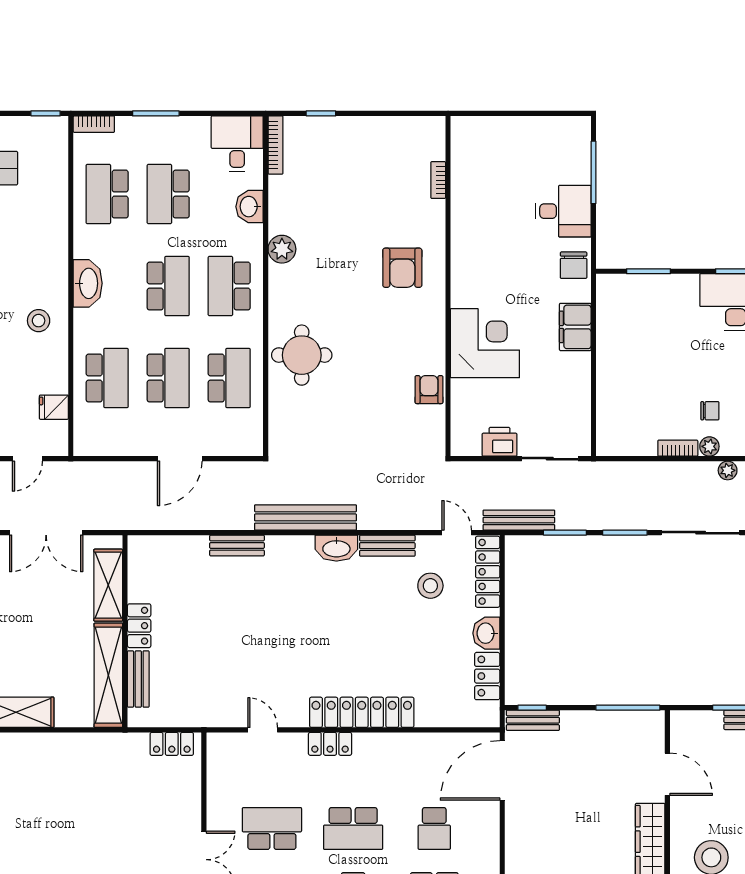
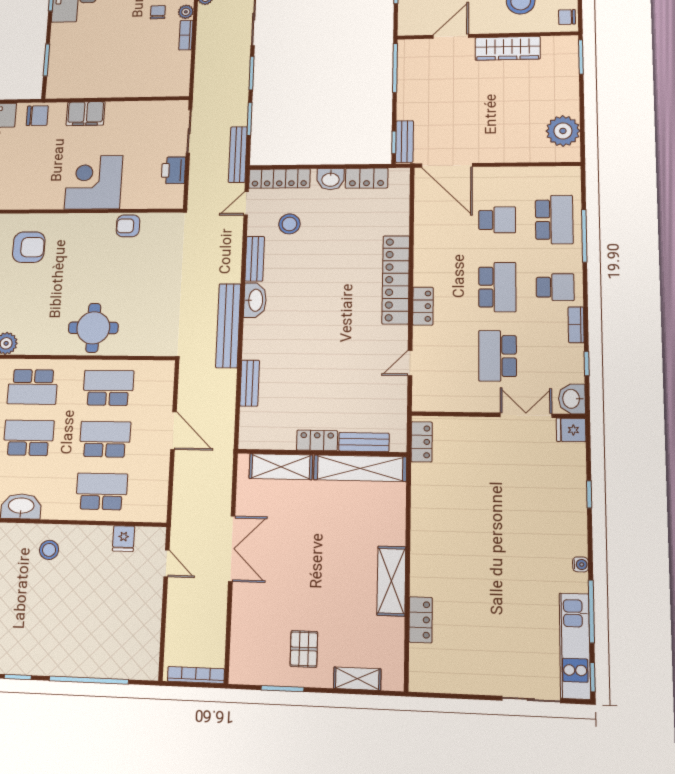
shelving: (108, 585) -> (281, 467), moved
locker: (139, 626) -> (317, 440), moved
wall: (125, 631) -> (322, 453), moved
shelving: (108, 675) -> (360, 468), moved
bench: (138, 679) -> (364, 442), moved

